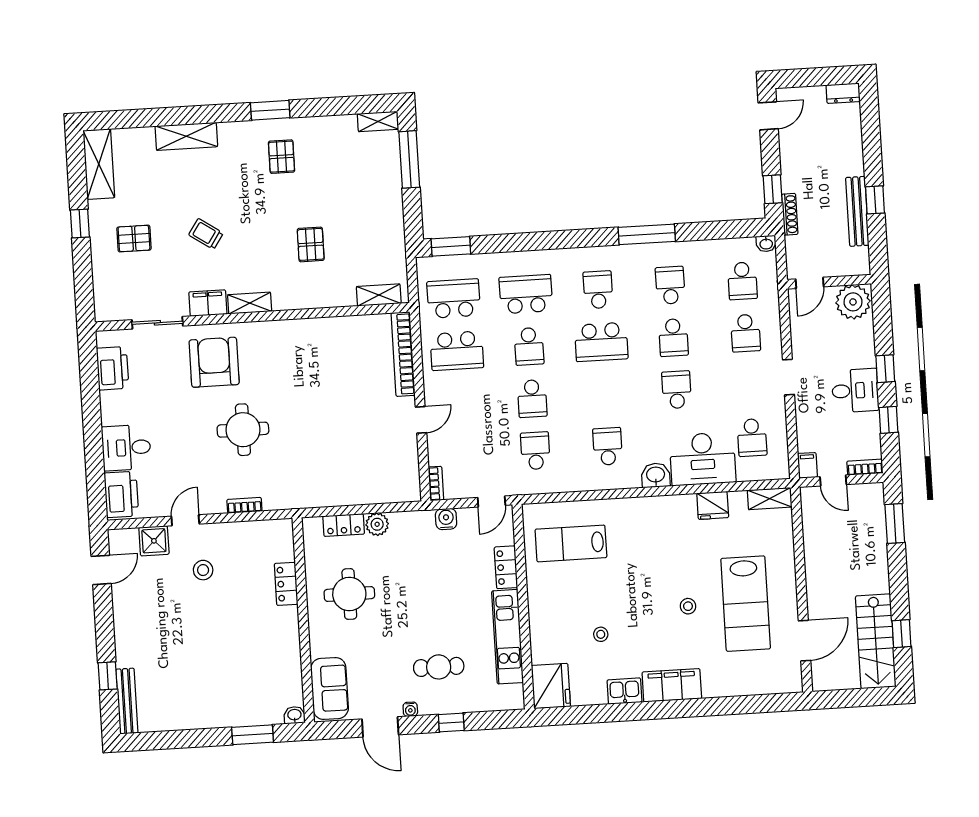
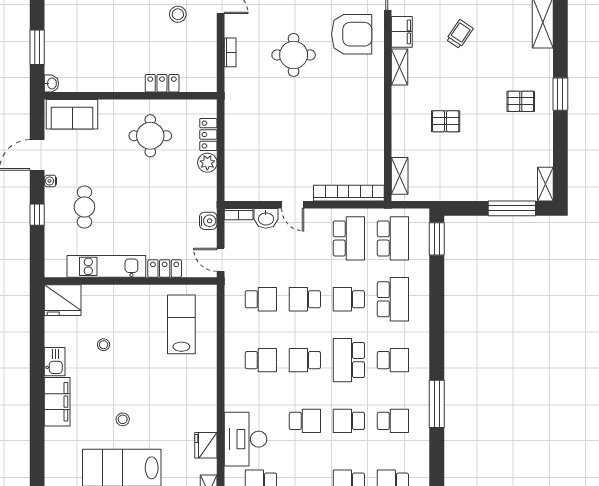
school desk: (457, 351) -> (349, 238), turned 180
school desk: (604, 394) -> (305, 360), added
washbasin: (656, 475) -> (266, 218), moved, turned 90

